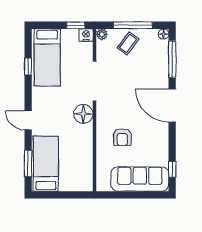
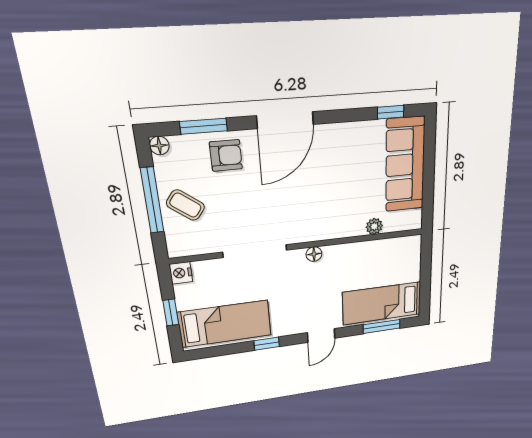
window: (76, 25) -> (171, 312), moved
plant: (102, 34) -> (374, 226), moved
window: (172, 59) -> (204, 126), width x0.69
window: (28, 66) -> (267, 344), moved
floor lamp: (83, 114) -> (314, 254), width x0.53, depth x0.53
armchair: (122, 137) -> (226, 155), moved

